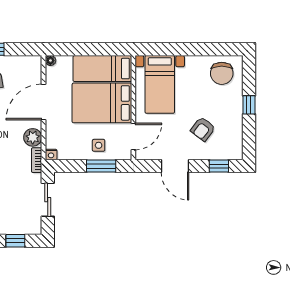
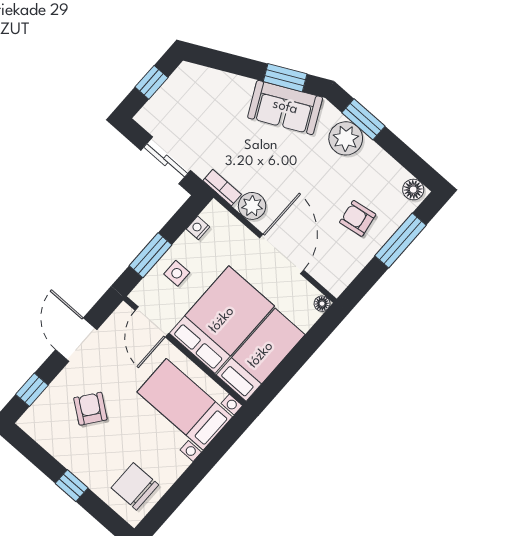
nightstand: (51, 155) -> (198, 228), moved
door: (175, 166) -> (76, 340), hinge flipped

